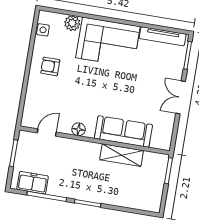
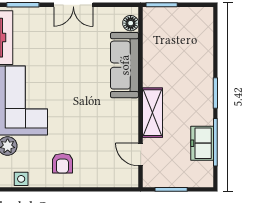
floor lamp: (79, 129) -> (131, 23), moved
shelving: (122, 155) -> (152, 113), moved
freezer: (33, 183) -> (202, 143), moved

